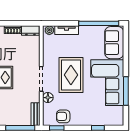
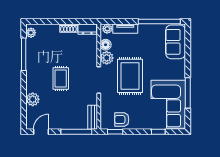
plant: (49, 58) -> (107, 58), added
corner sofa: (107, 83) -> (168, 104), moved
floor lamp: (48, 98) -> (106, 45), moved

